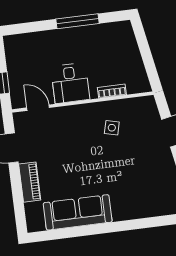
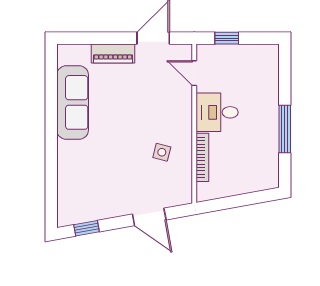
bookcase: (112, 91) -> (202, 157), width x1.56
door: (38, 108) -> (194, 73), swing flipped

